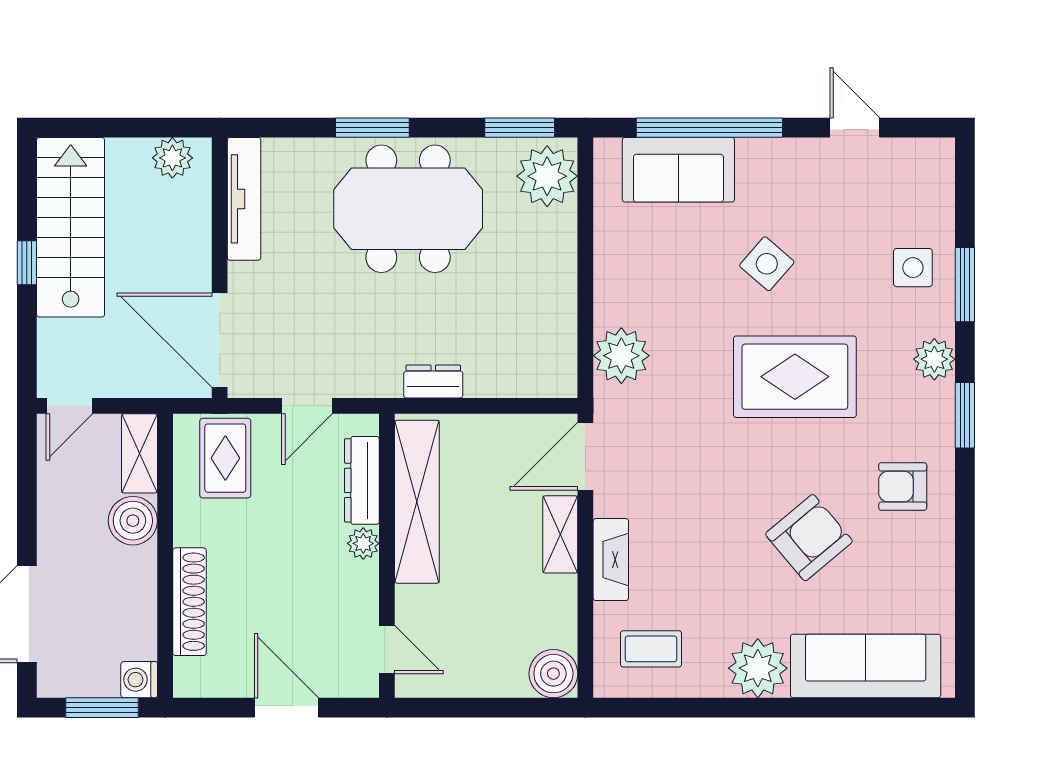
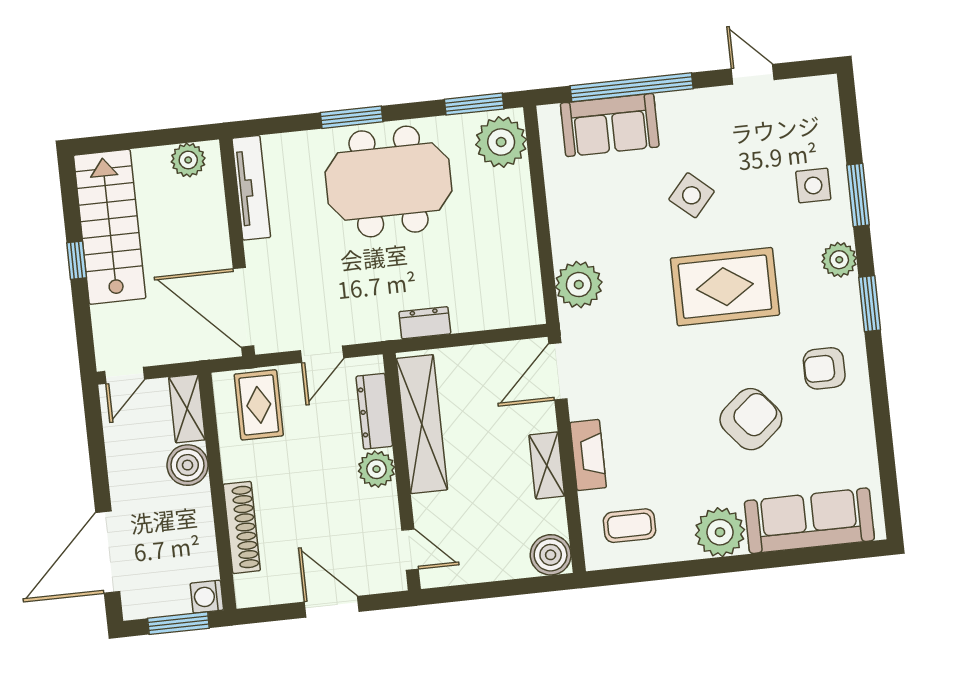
shelving: (560, 534) -> (547, 465), moved
plant: (363, 543) -> (377, 469), width x1.38, depth x1.38

